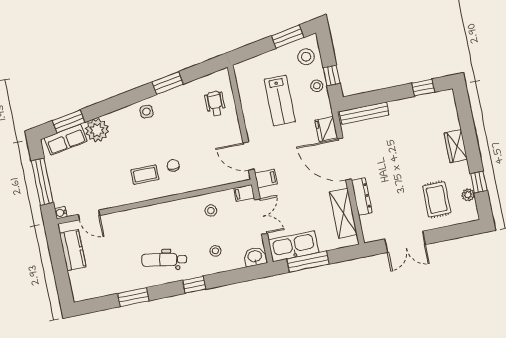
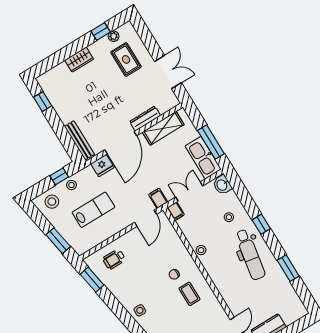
window: (288, 37) -> (58, 241), moved
window: (168, 83) -> (92, 280), moved
rug: (437, 199) -> (126, 59), turned 90
stool: (211, 211) -> (201, 250), moved
dental chair: (164, 260) -> (250, 255), width x1.36, depth x1.38

